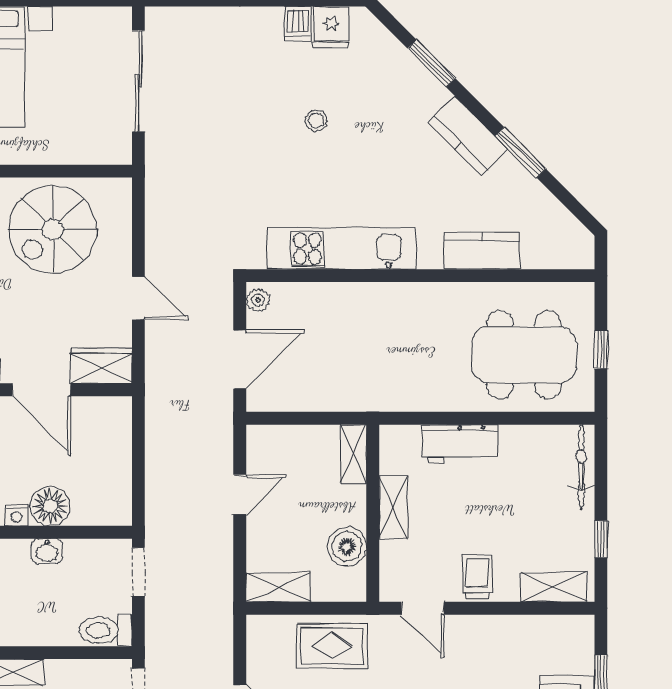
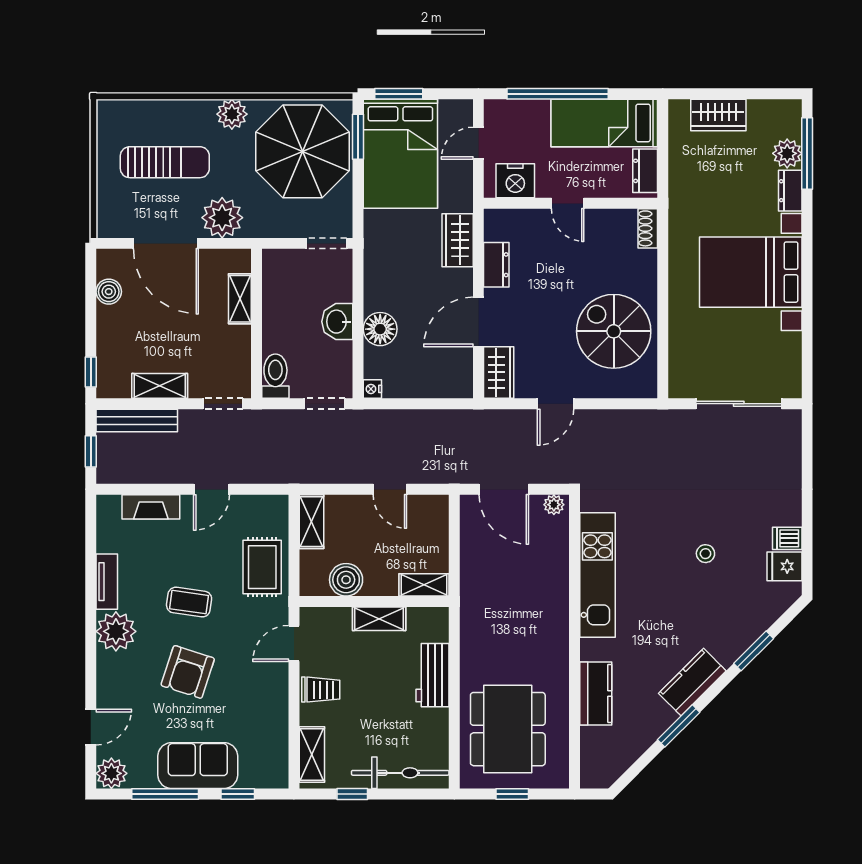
bicycle: (581, 467) -> (400, 773), width x1.37, depth x1.40
nightstand: (16, 515) -> (372, 389), moved
washbasin: (47, 551) -> (337, 322), width x1.38, depth x1.45

